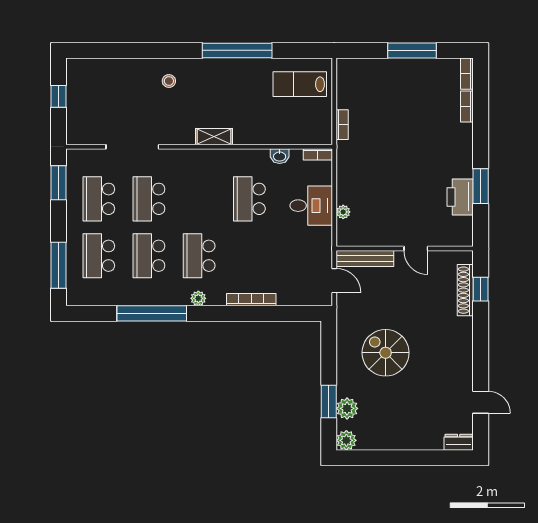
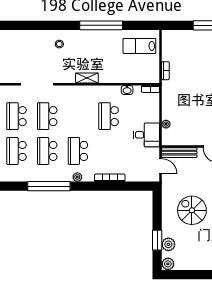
desk: (311, 206) -> (146, 135), moved

